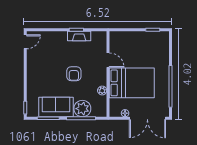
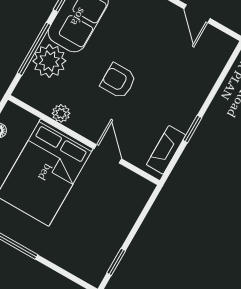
fireplace: (79, 36) -> (166, 150), moved
door: (25, 42) -> (197, 14), moved
door: (108, 60) -> (108, 154), swing flipped

